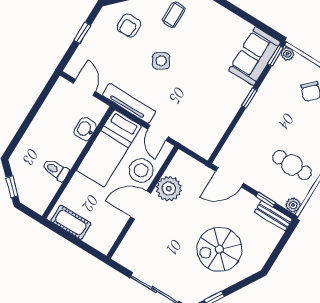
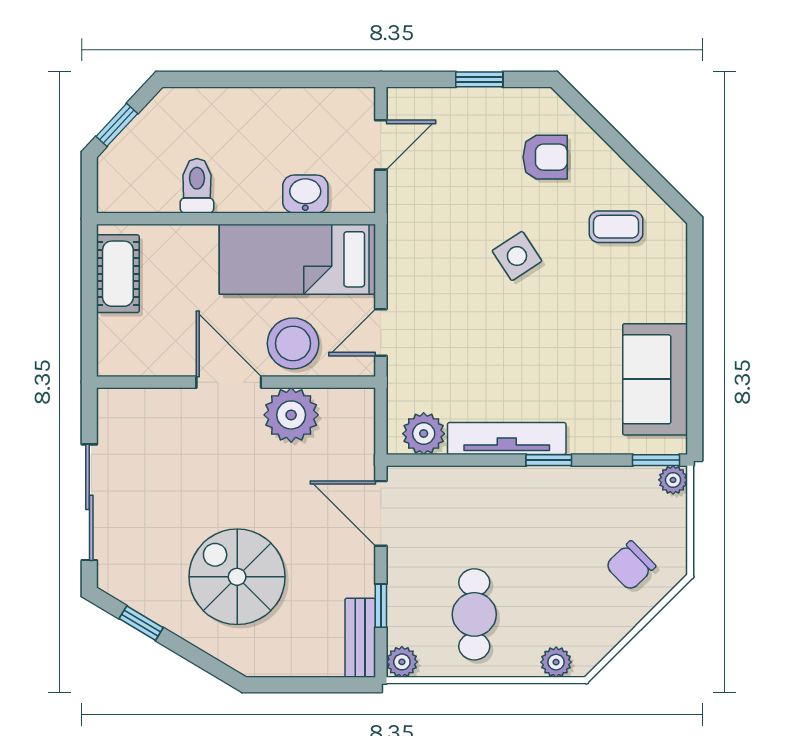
armchair: (129, 26) -> (545, 157), turned 180
sofa: (255, 56) -> (655, 379), moved, turned -90
tv unit: (129, 103) -> (507, 438), moved, turned -90
plant: (208, 141) -> (424, 434), added

